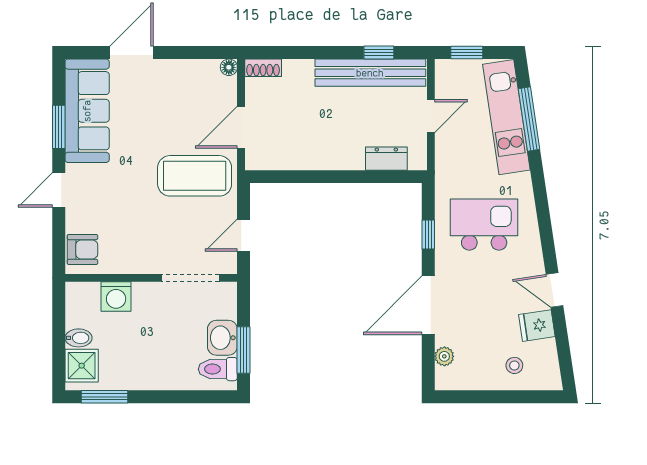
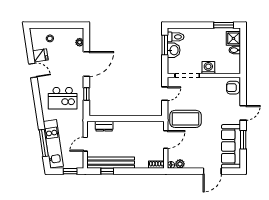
plant: (208, 70) -> (180, 164), added
washing machine: (116, 297) -> (208, 68), moved

